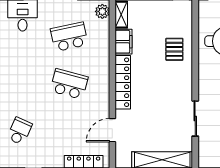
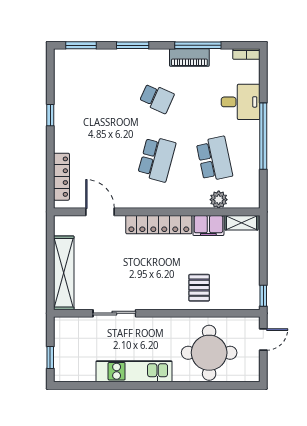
plant: (102, 11) -> (219, 200), moved
pallet: (174, 49) -> (199, 288), turned 90
school desk: (19, 131) -> (157, 98), moved

